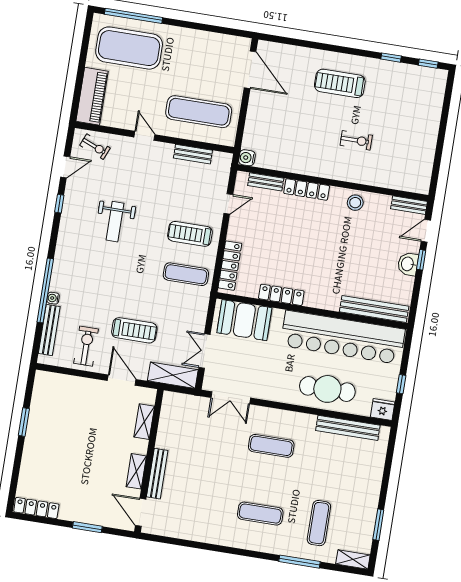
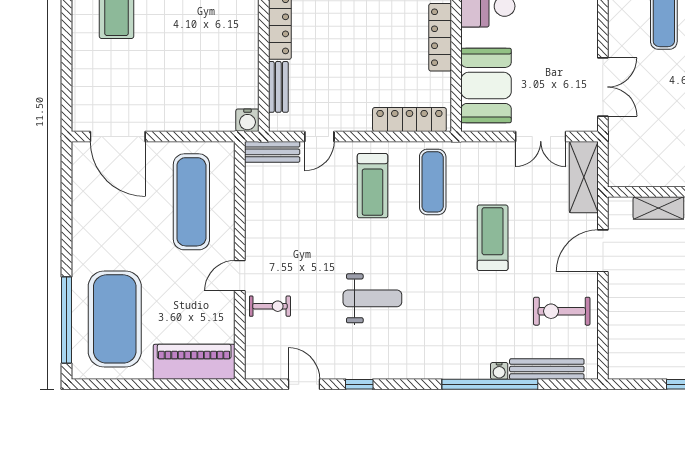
door: (250, 70) -> (118, 137), swing flipped
exercise bike: (95, 147) -> (270, 306), moved, turned 68
bench: (193, 154) -> (272, 152), moved, turned 90
door: (228, 204) -> (319, 137), swing flipped
treadmill: (134, 330) -> (493, 238), moved

